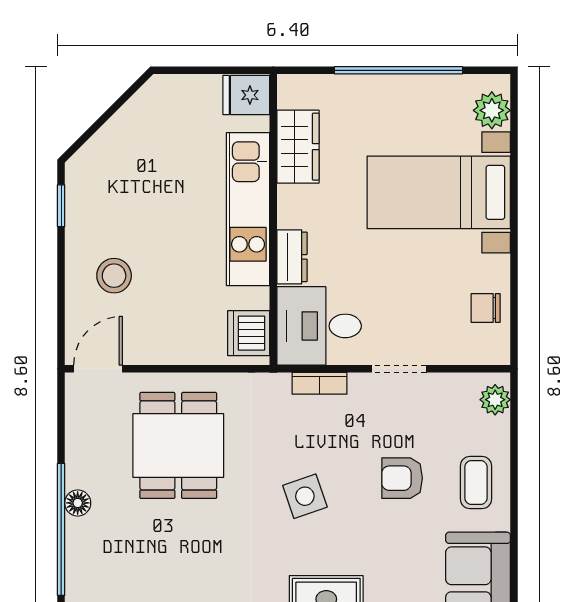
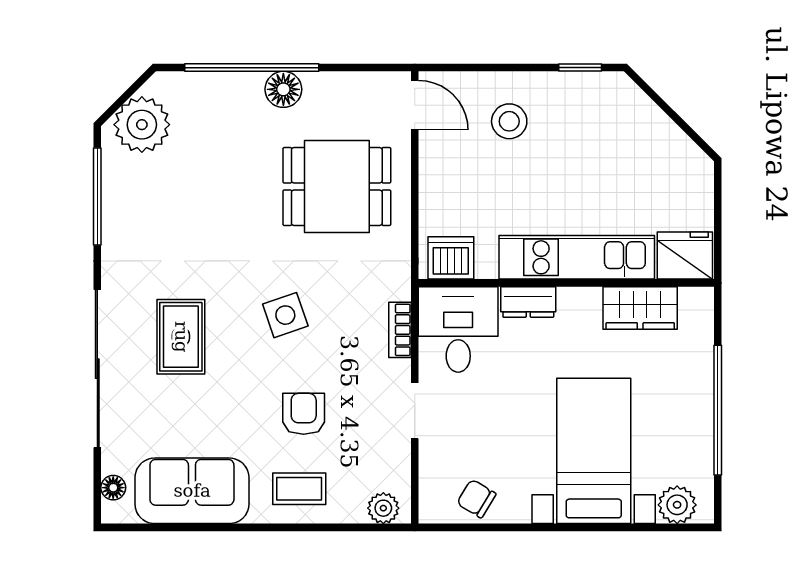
fridge: (246, 95) -> (685, 255), width x1.38
chair: (486, 308) -> (476, 499), turned -59
floor lamp: (78, 503) -> (283, 89), width x1.37, depth x1.37

